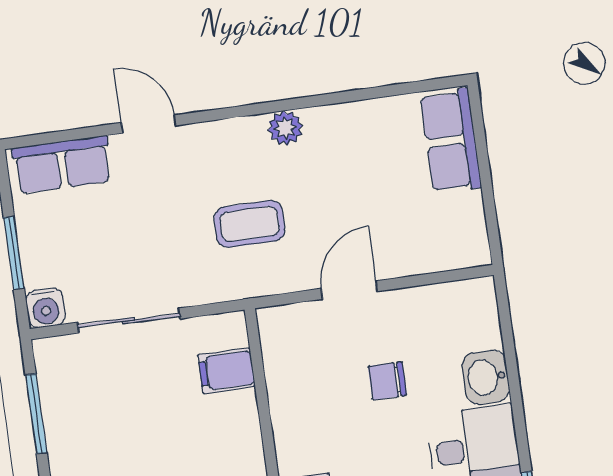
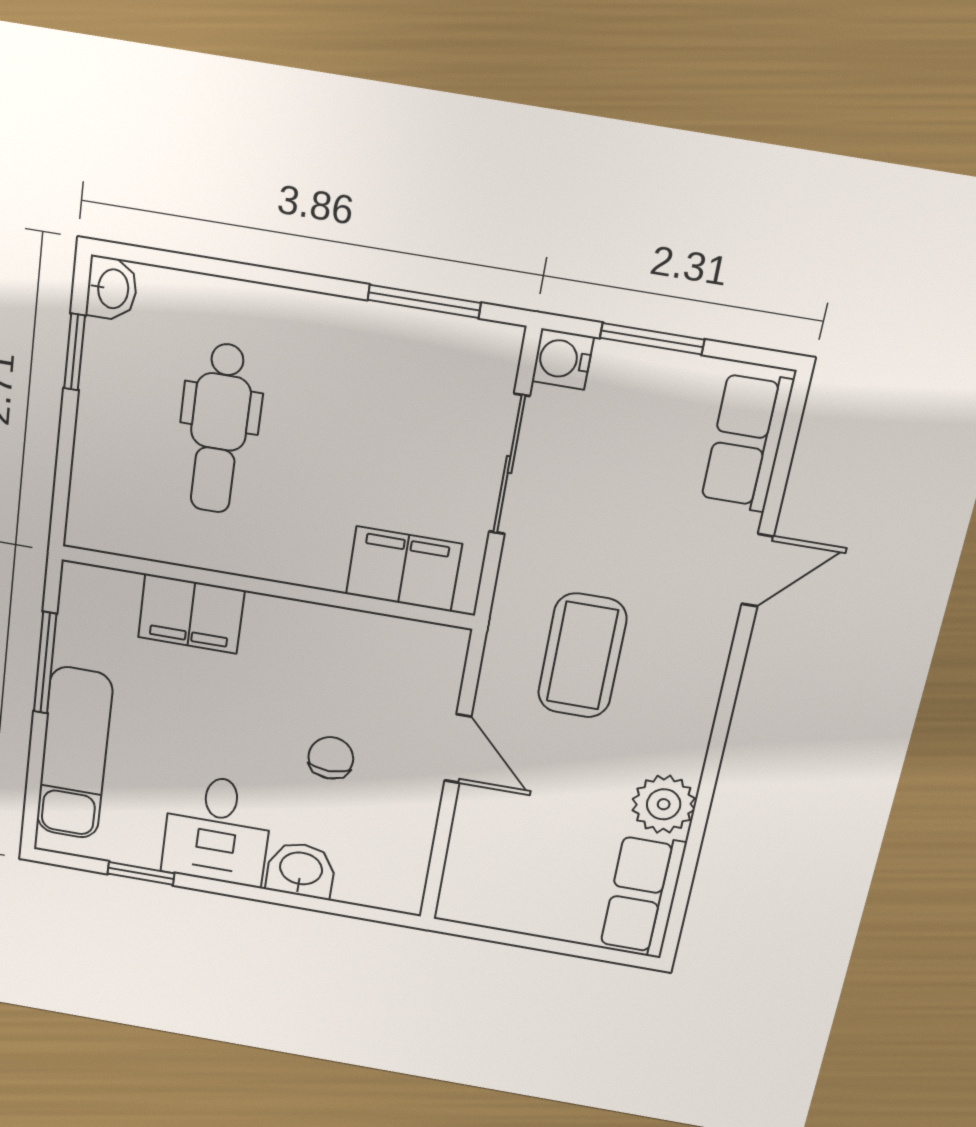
plant: (285, 128) -> (664, 804), moved, width x1.38, depth x1.38
row of seats: (451, 141) -> (643, 896), moved, turned -90
coffee table: (250, 224) -> (582, 656), width x1.36, depth x1.30
filing cabinet: (227, 371) -> (404, 569), width x2.00

